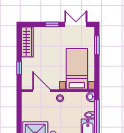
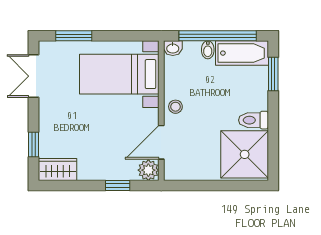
window: (52, 24) -> (34, 144), moved
wardrobe: (27, 42) -> (58, 169), width x0.67
plant: (27, 84) -> (148, 170), added

